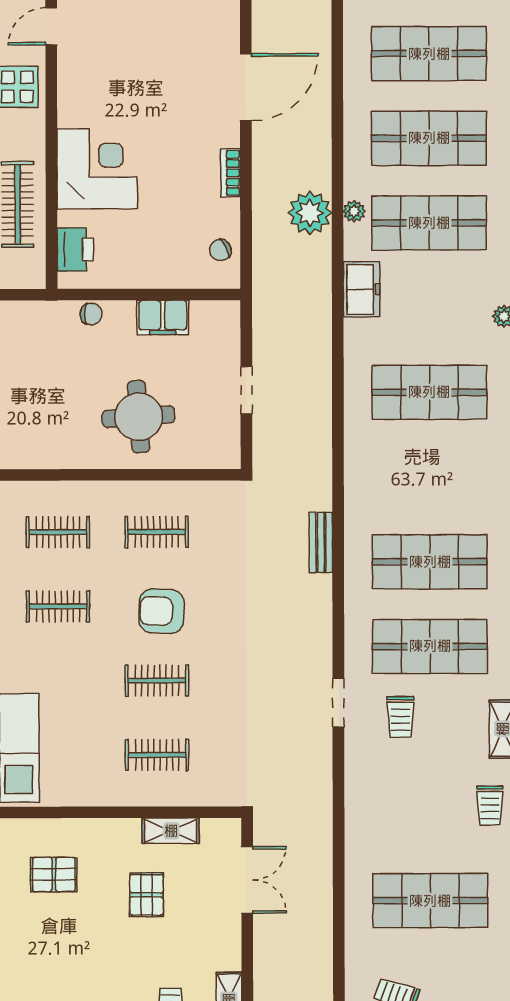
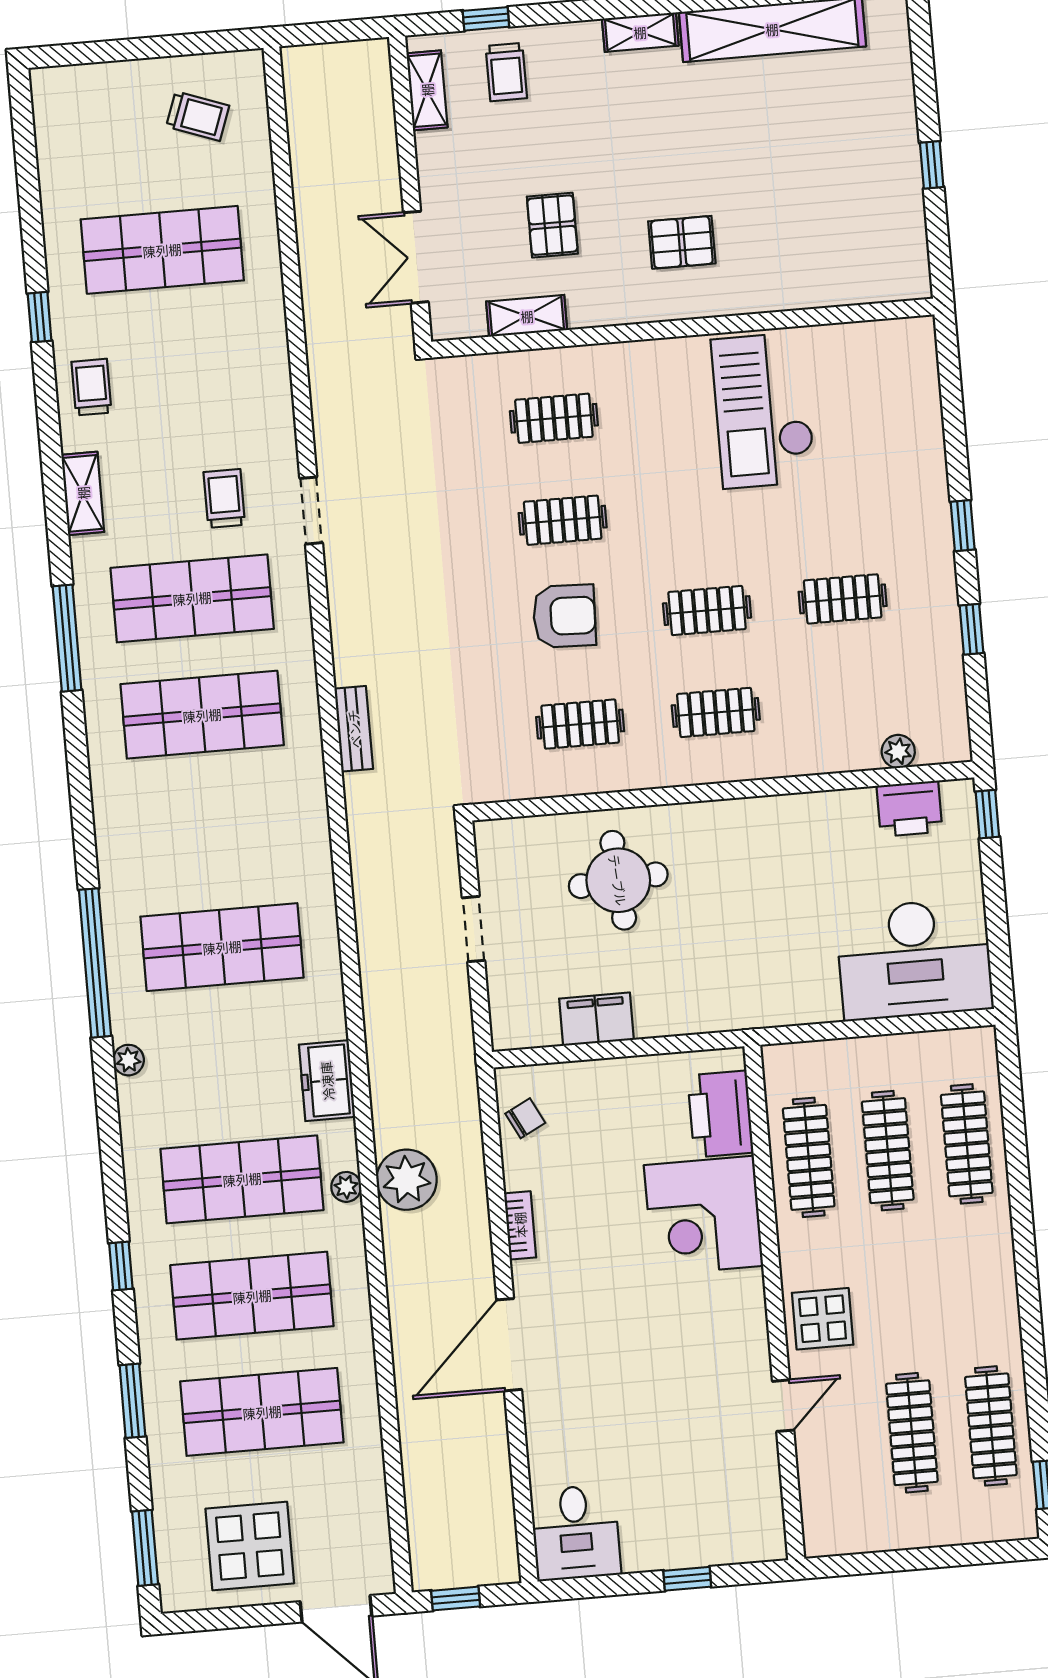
printer: (75, 249) -> (720, 1114), width x1.37, depth x1.19
chair: (91, 314) -> (695, 1016), removed

